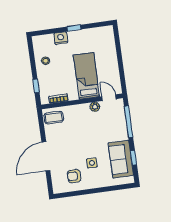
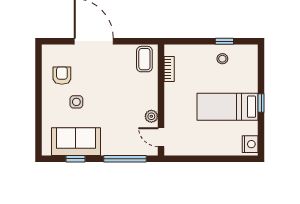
nightstand: (61, 38) -> (250, 144), moved
bed: (86, 76) -> (228, 107), moved, turned 180
window: (36, 86) -> (224, 41), moved
door: (109, 98) -> (161, 137), swing flipped

